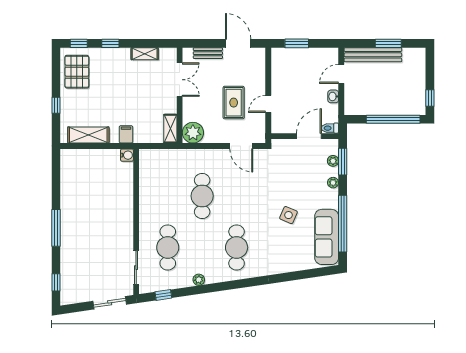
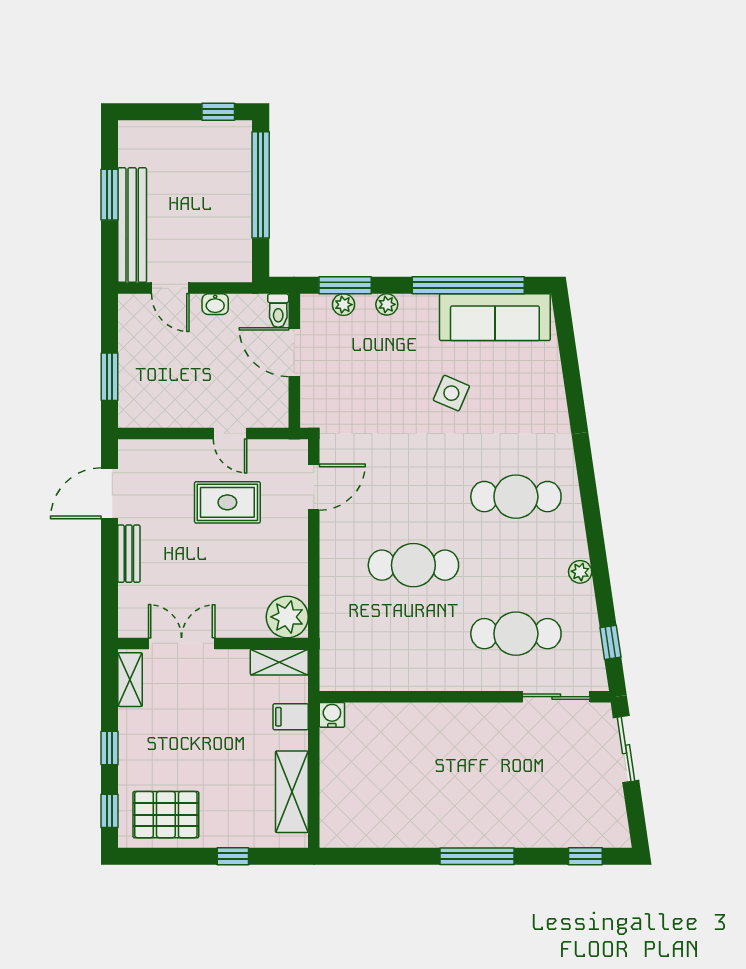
double door: (180, 80) -> (182, 643), moved
wall: (180, 95) -> (213, 643), moved
shelving: (170, 129) -> (279, 662), moved
plant: (193, 133) -> (287, 617), moved

